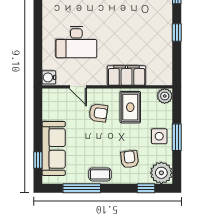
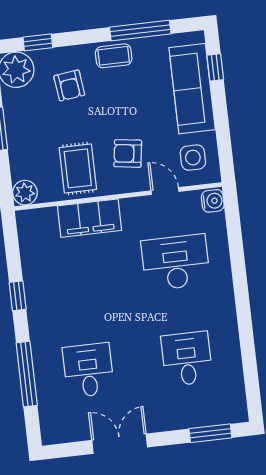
side table: (159, 136) -> (193, 158), moved

